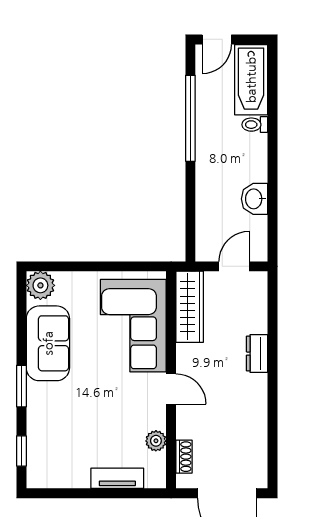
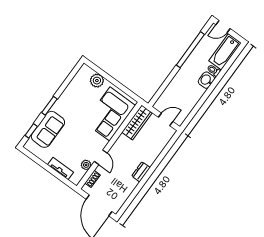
washbasin: (254, 199) -> (206, 80), moved
plant: (40, 285) -> (97, 81), moved
sofa: (48, 343) -> (48, 129), moved
dresser: (257, 354) -> (141, 172), moved
door: (171, 389) -> (101, 157), moved

